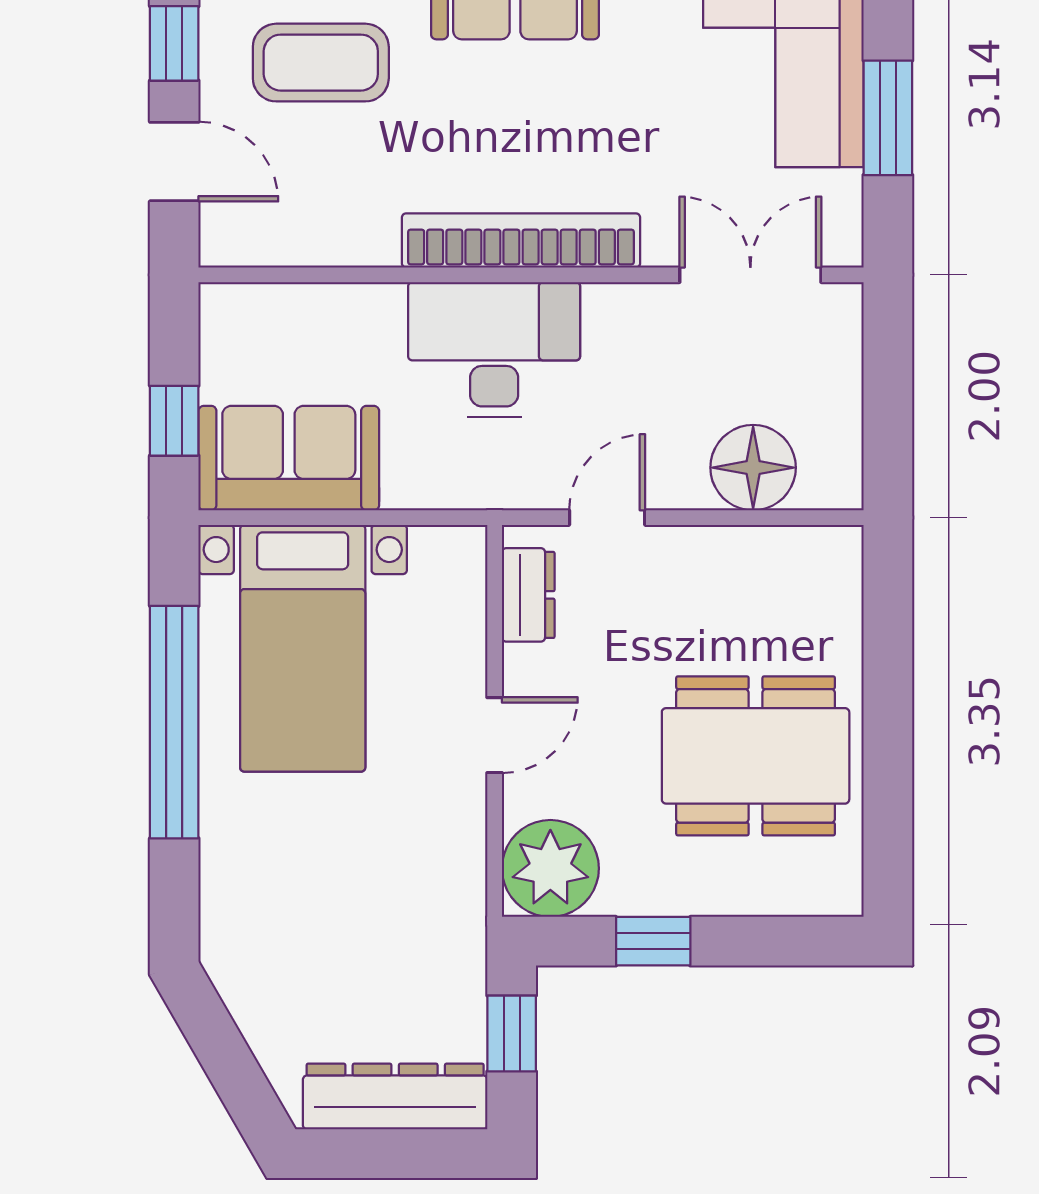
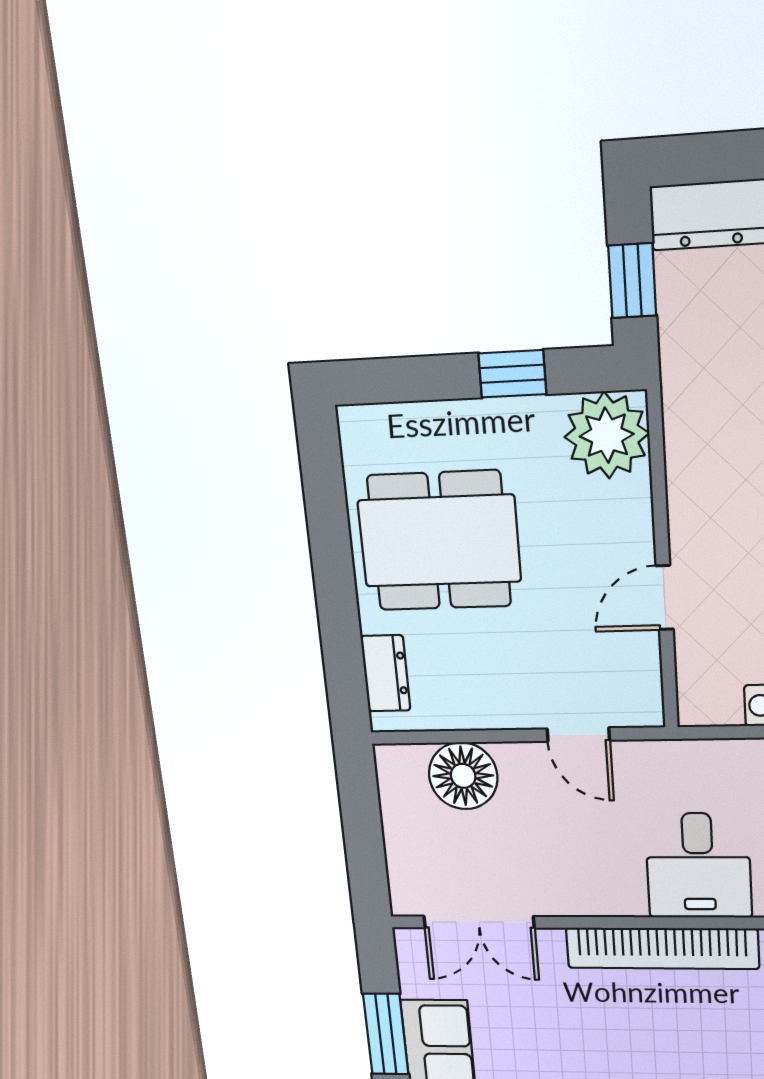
desk: (494, 350) -> (698, 866), width x0.73
door: (607, 518) -> (578, 735), hinge flipped
dresser: (528, 595) -> (385, 673), moved, turned 180
door: (495, 735) -> (665, 598), moved

